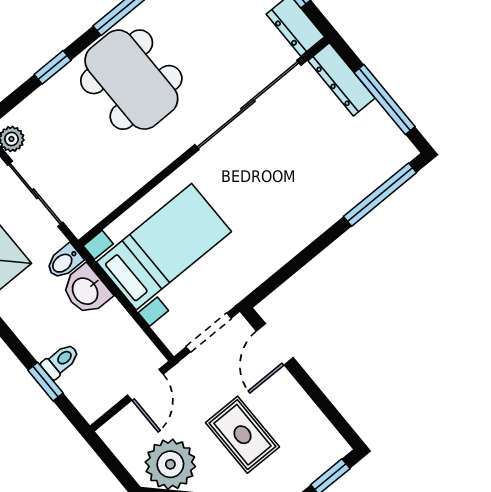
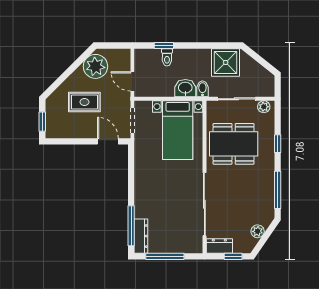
dresser: (341, 79) -> (141, 236), moved, turned 90
dining table: (131, 80) -> (234, 144), moved

